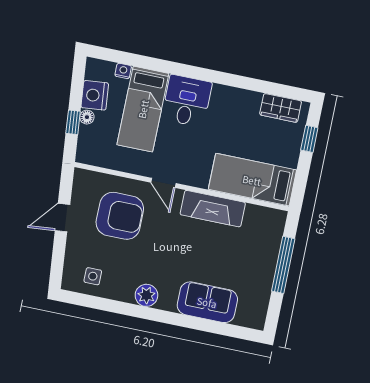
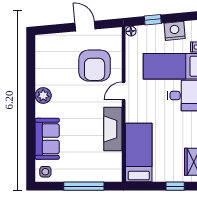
floor lamp: (87, 117) -> (131, 31), moved
side table: (93, 276) -> (45, 172), moved

